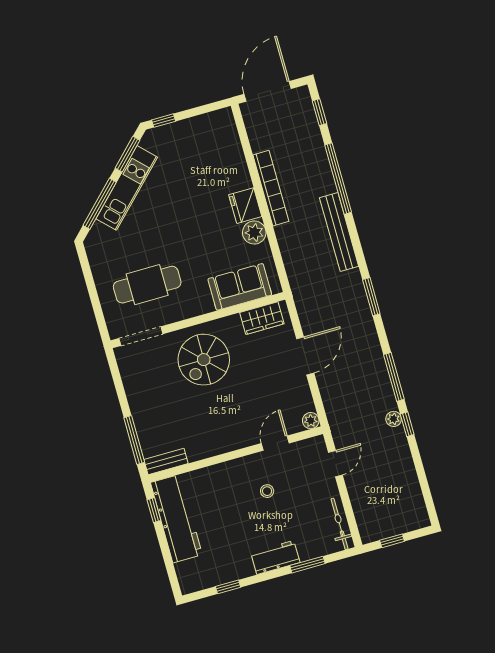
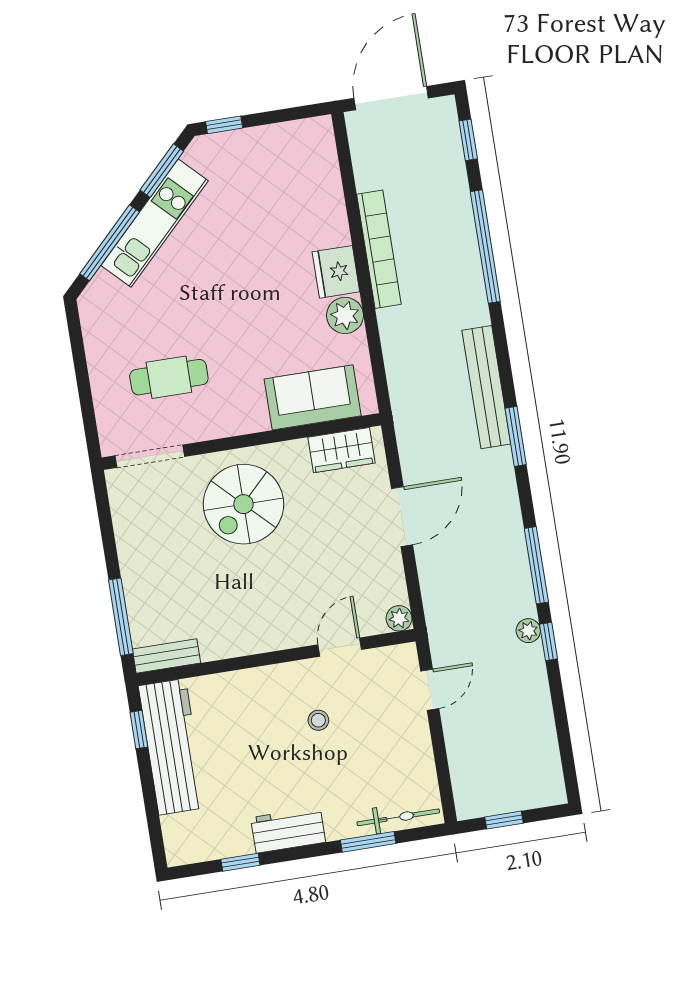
bench: (339, 232) -> (486, 387), moved
cafe table: (147, 285) -> (169, 377), width x0.73, depth x0.74
bicycle: (339, 524) -> (398, 817), moved, turned 90
workbench: (275, 557) -> (288, 830), moved

